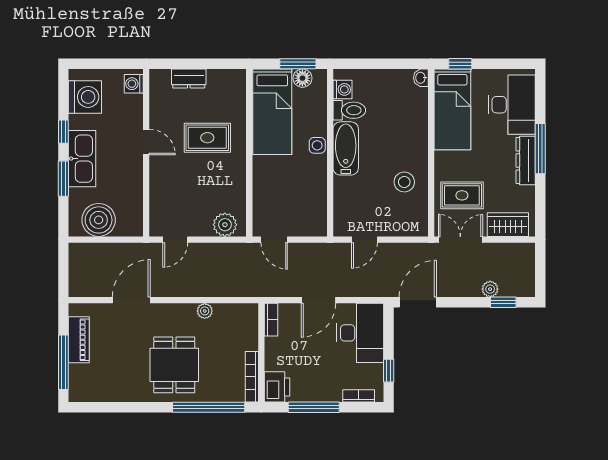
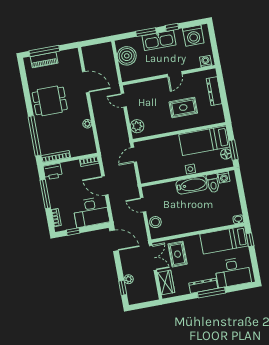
dresser: (189, 78) -> (214, 91), width x1.44
rug: (207, 138) -> (183, 108), turned 90
stool: (404, 182) -> (155, 222), moved
piano: (79, 340) -> (44, 60), moved
dining table: (174, 365) -> (50, 101), moved

